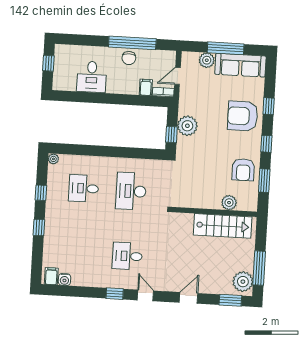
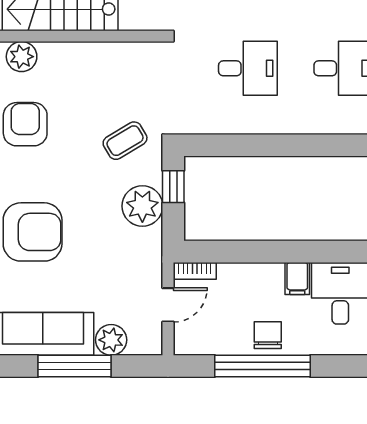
filing cabinet: (146, 87) -> (297, 278), moved
coffee table: (194, 159) -> (125, 141), added
desk: (131, 191) -> (248, 68), width x0.73
plant: (229, 203) -> (22, 57), moved

